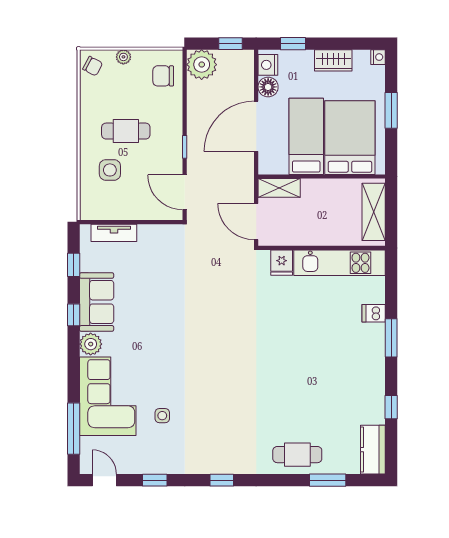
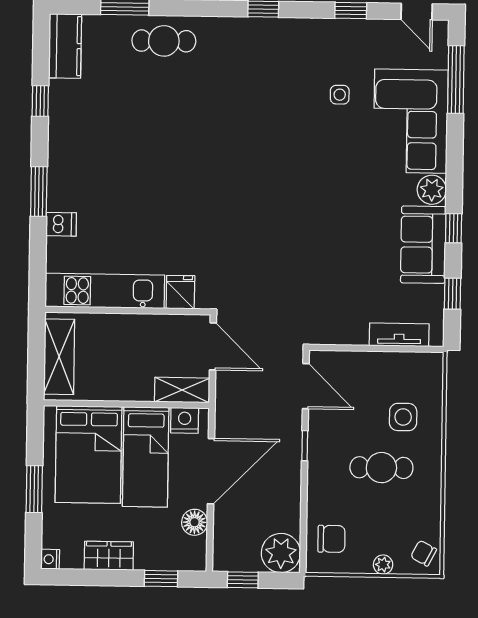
nightstand: (268, 65) -> (185, 420), moved, turned -90

